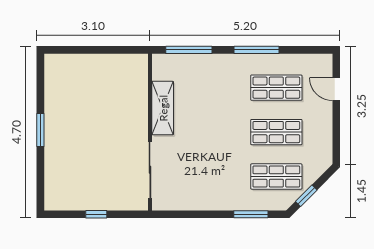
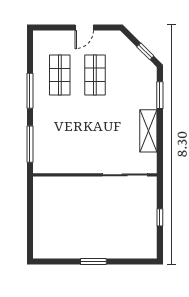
door: (336, 89) -> (84, 28), moved
shelving: (163, 108) -> (148, 131), moved, turned 90
shop shelf: (276, 176) -> (130, 75), removed

